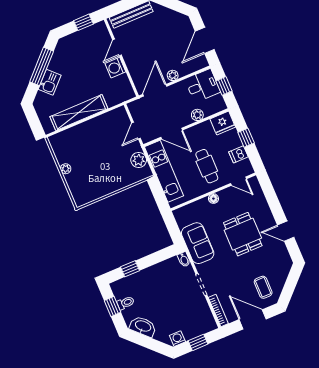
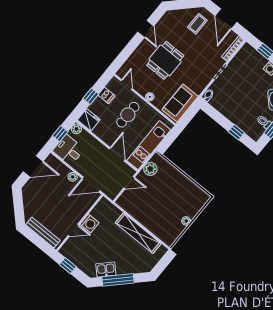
kitchen sink: (50, 82) -> (106, 270), moved
plant: (197, 115) -> (76, 129), moved
sofa: (198, 243) -> (180, 103), moved

